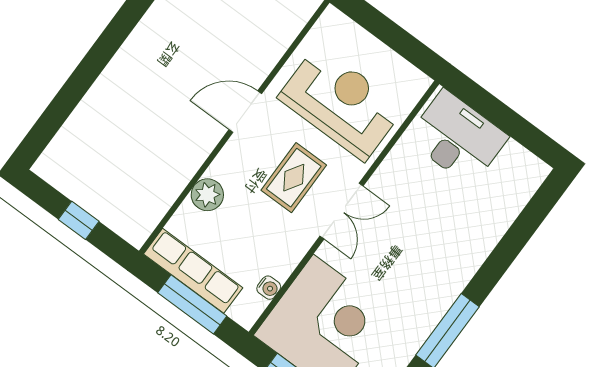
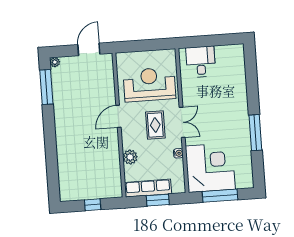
desk: (457, 138) -> (201, 62), width x0.73
water cooler: (269, 288) -> (178, 153), moved
window: (192, 304) -> (158, 200), width x0.69

